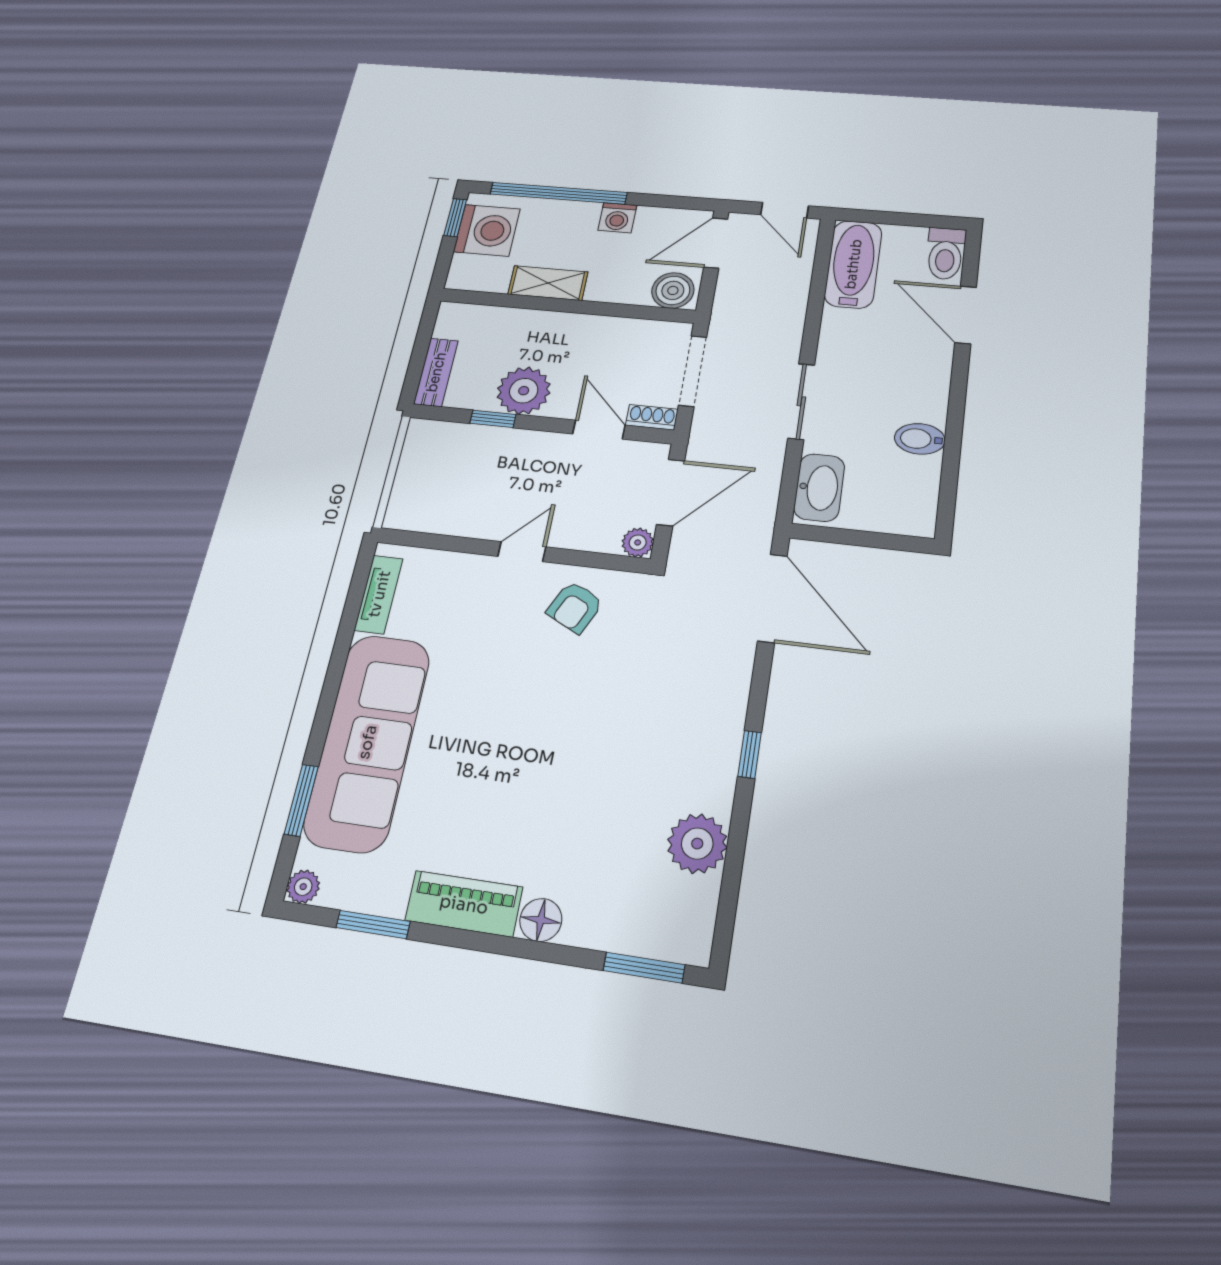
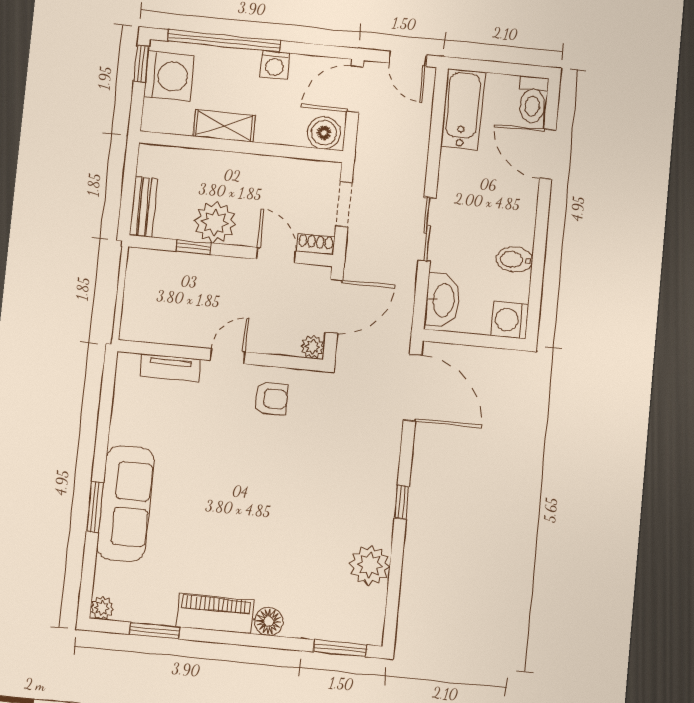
doorway: (693, 371) -> (344, 204), width x0.73
washing machine: (912, 514) -> (510, 320), added
tv unit: (379, 594) -> (170, 368), moved, turned 90
armchair: (575, 607) -> (271, 399), turned -116
sofa: (367, 742) -> (126, 504), width x0.74, depth x0.79
window: (301, 800) -> (95, 507), moved

